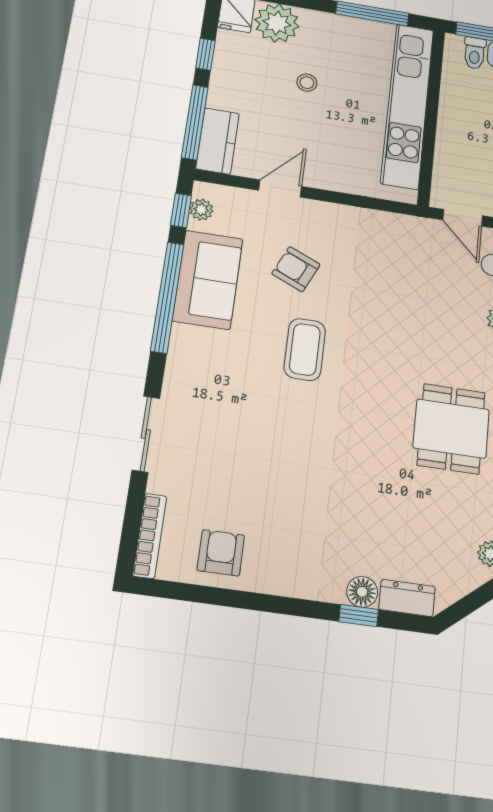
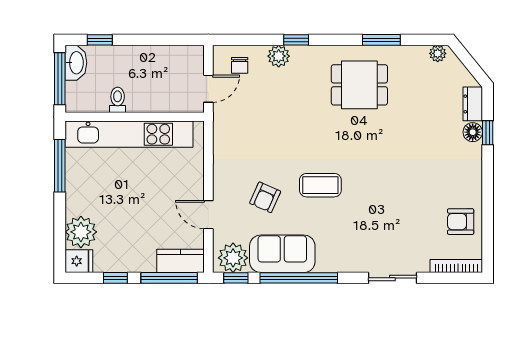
toilet: (475, 53) -> (118, 100), moved, turned -90
stool: (307, 83) -> (124, 206), removed
plant: (201, 210) -> (233, 258), width x1.88, depth x1.88

